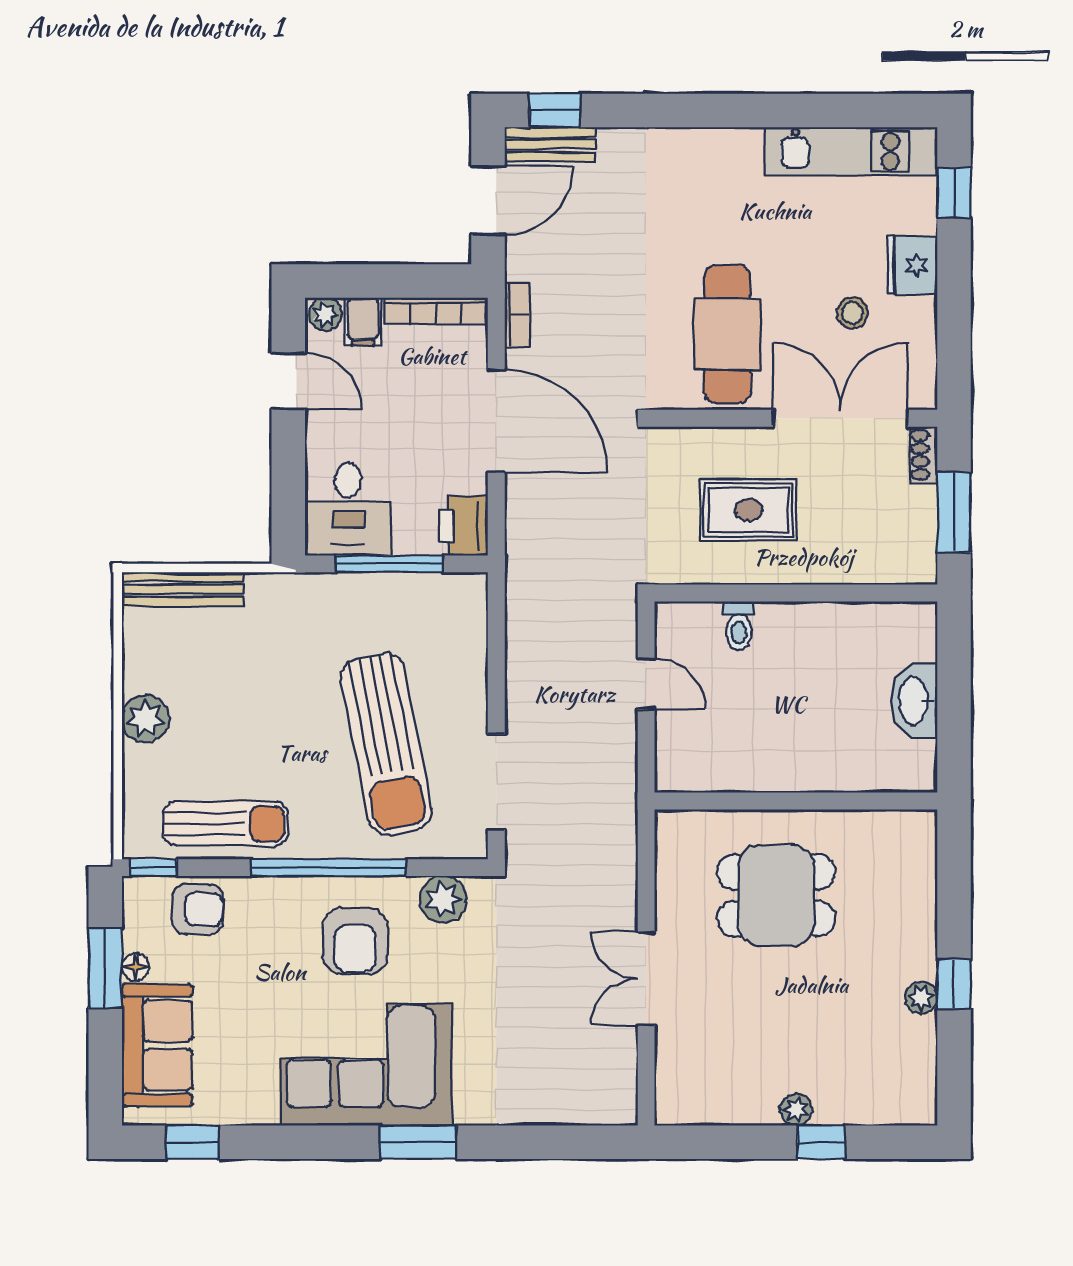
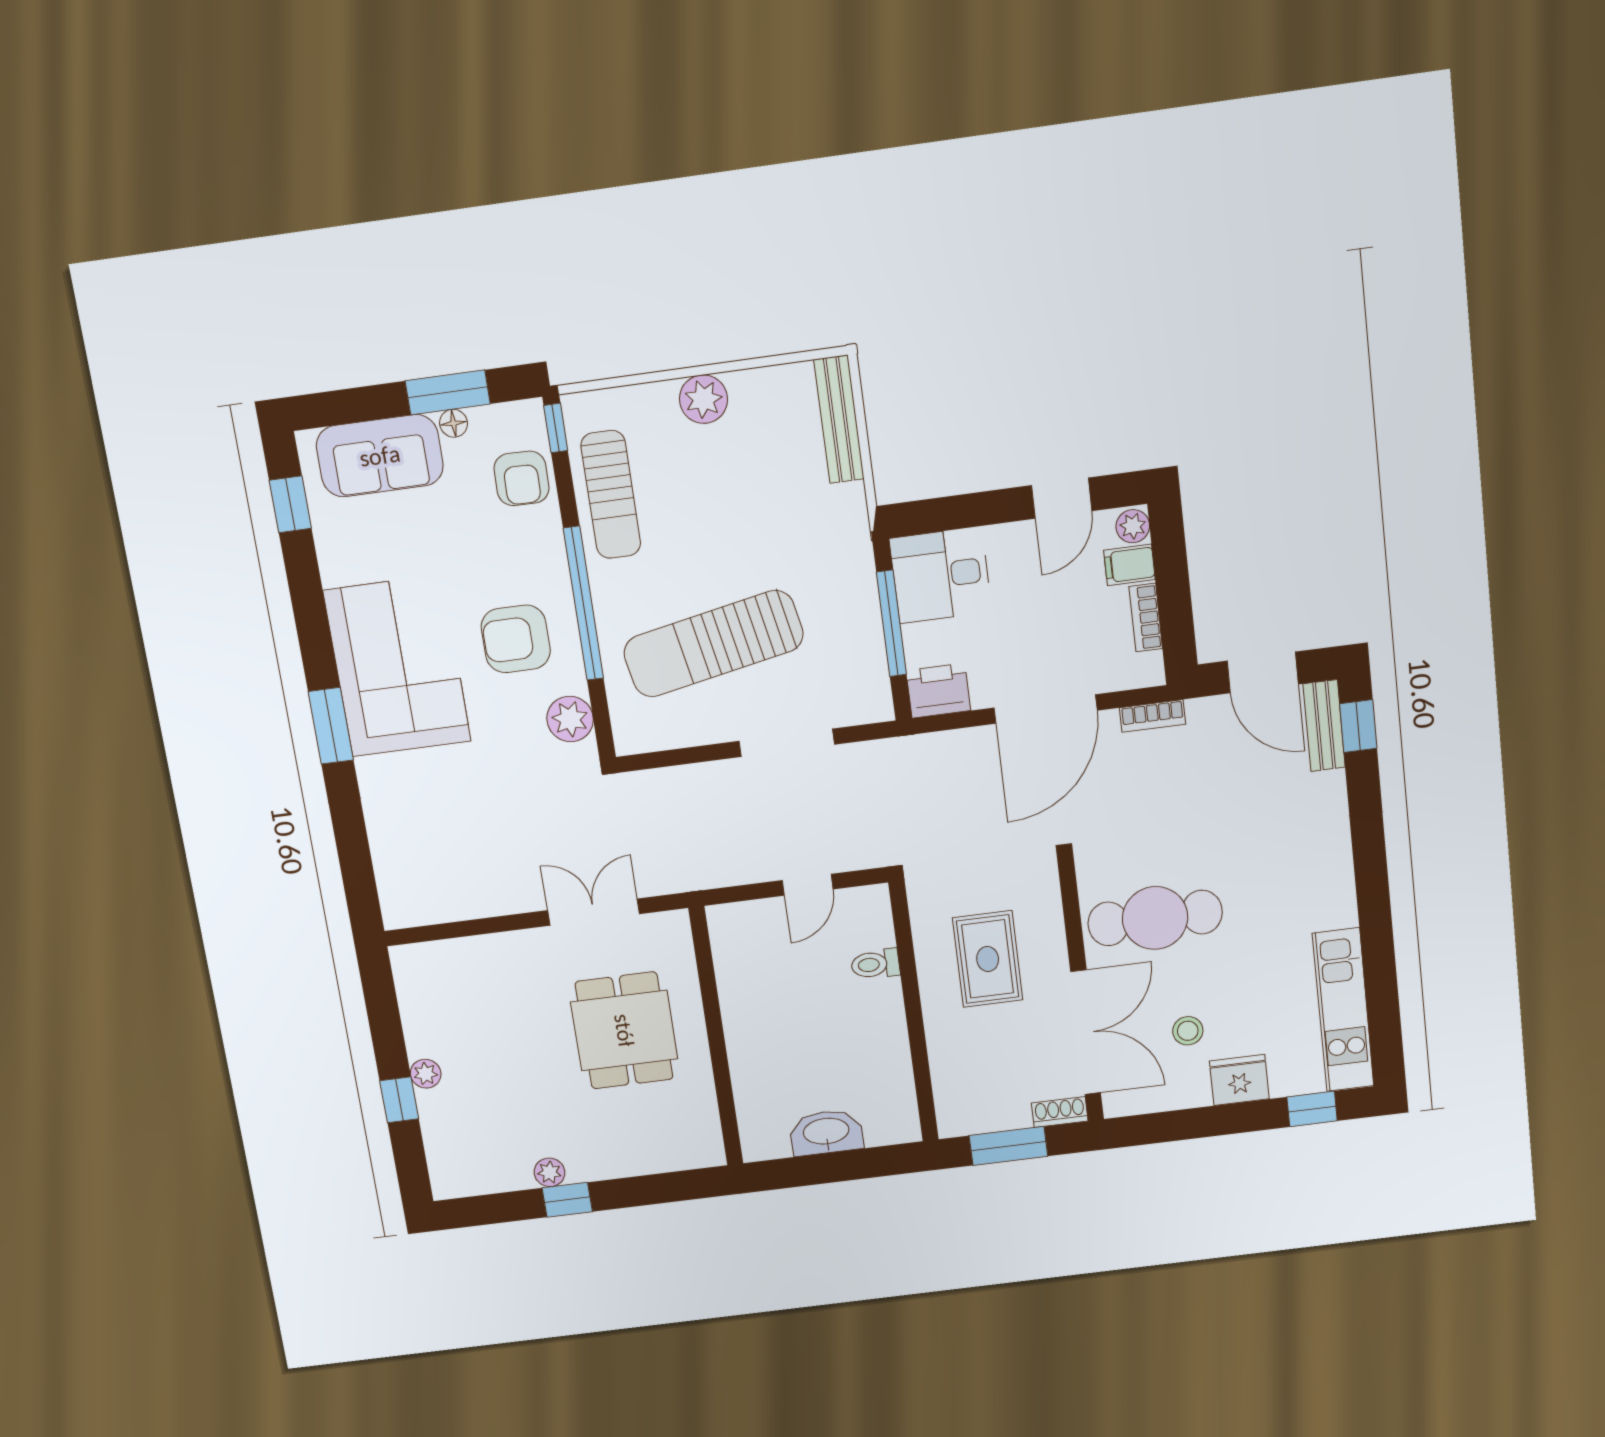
bookcase: (436, 311) -> (1146, 618), width x0.64
doorway: (496, 782) -> (787, 743), moved
double door: (646, 978) -> (594, 912), moved

